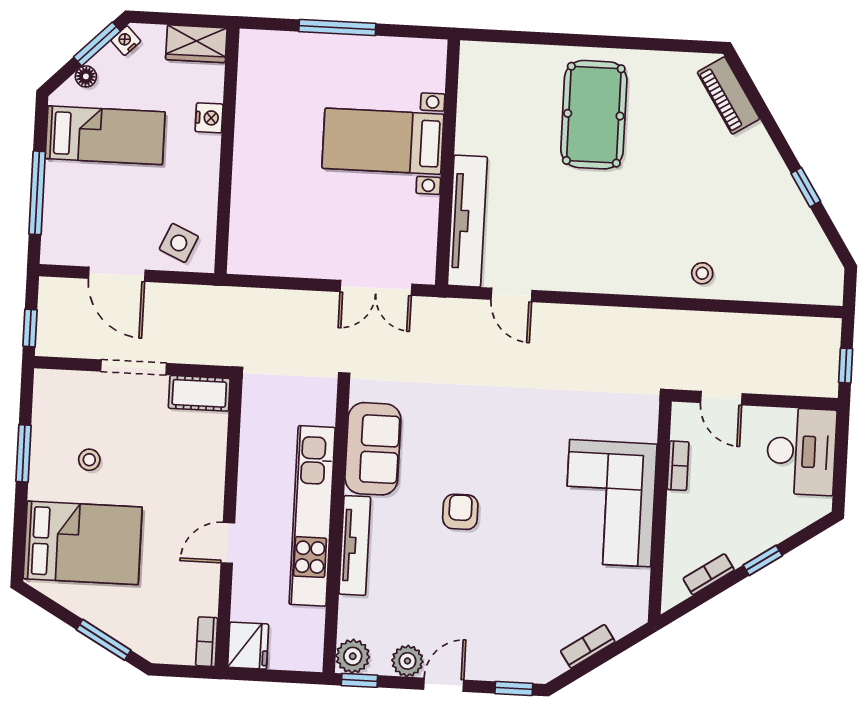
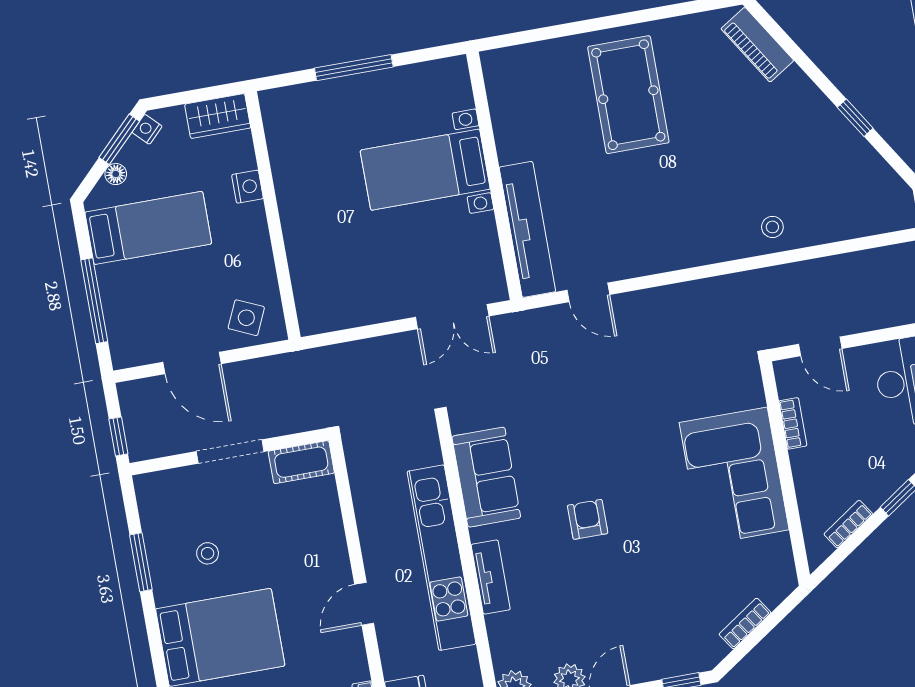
tv unit: (355, 545) -> (491, 577), width x0.71

